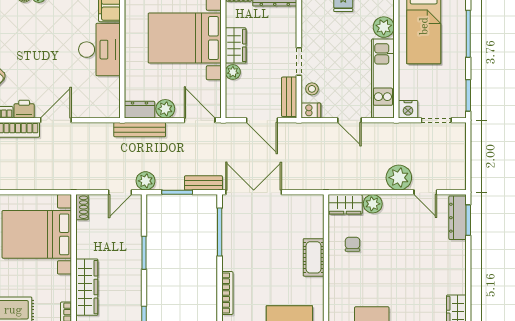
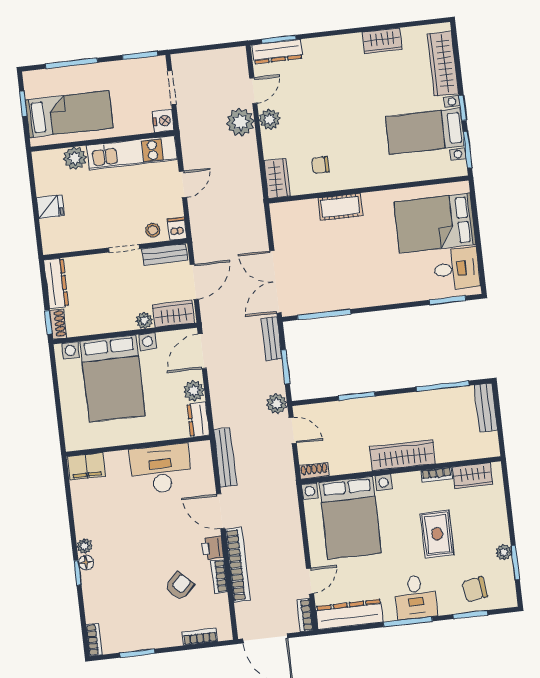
wardrobe: (236, 45) -> (174, 314), moved
desk: (99, 50) -> (161, 469), moved
bench: (140, 130) -> (225, 457), moved
plant: (373, 204) -> (270, 119), moved
bookcase: (227, 293) -> (391, 298), removed

